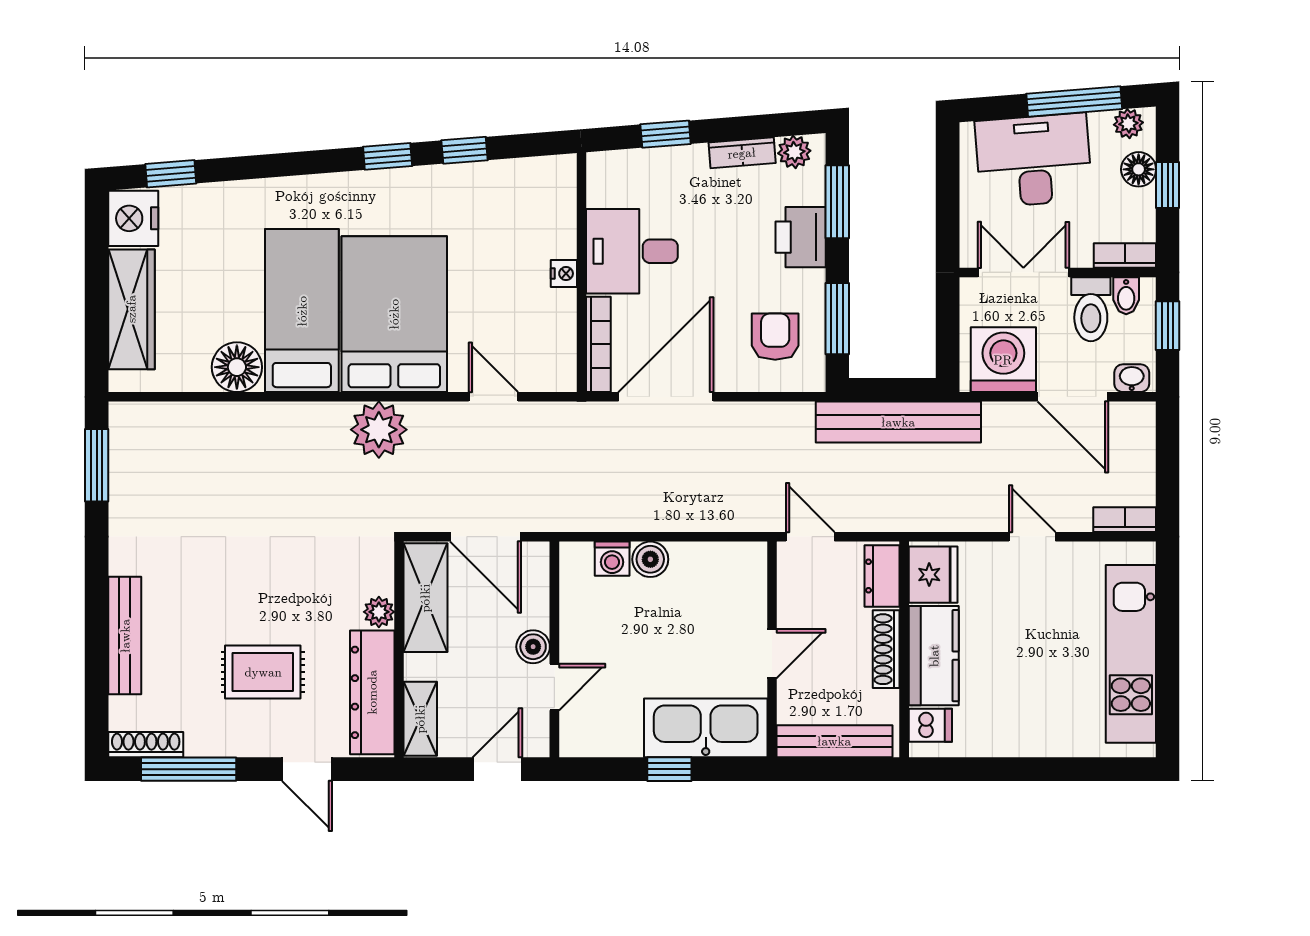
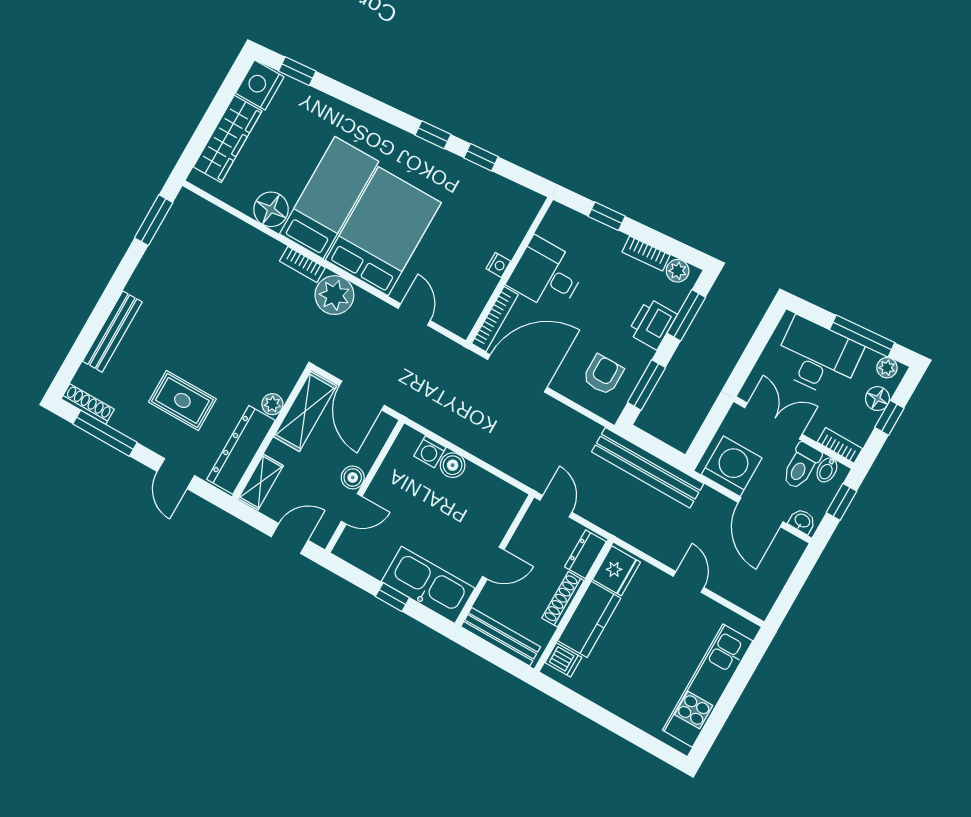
bookcase: (1125, 520) -> (302, 264), moved, turned 180

